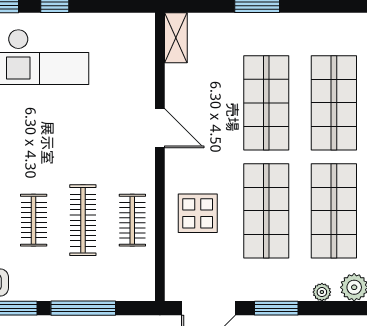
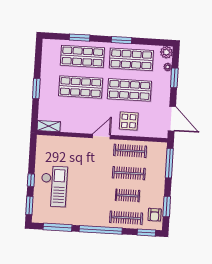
door: (160, 128) -> (101, 137), moved
clothes rail: (132, 220) -> (130, 151), width x1.36
window: (83, 308) -> (169, 163), moved
window: (276, 308) -> (174, 78), moved

